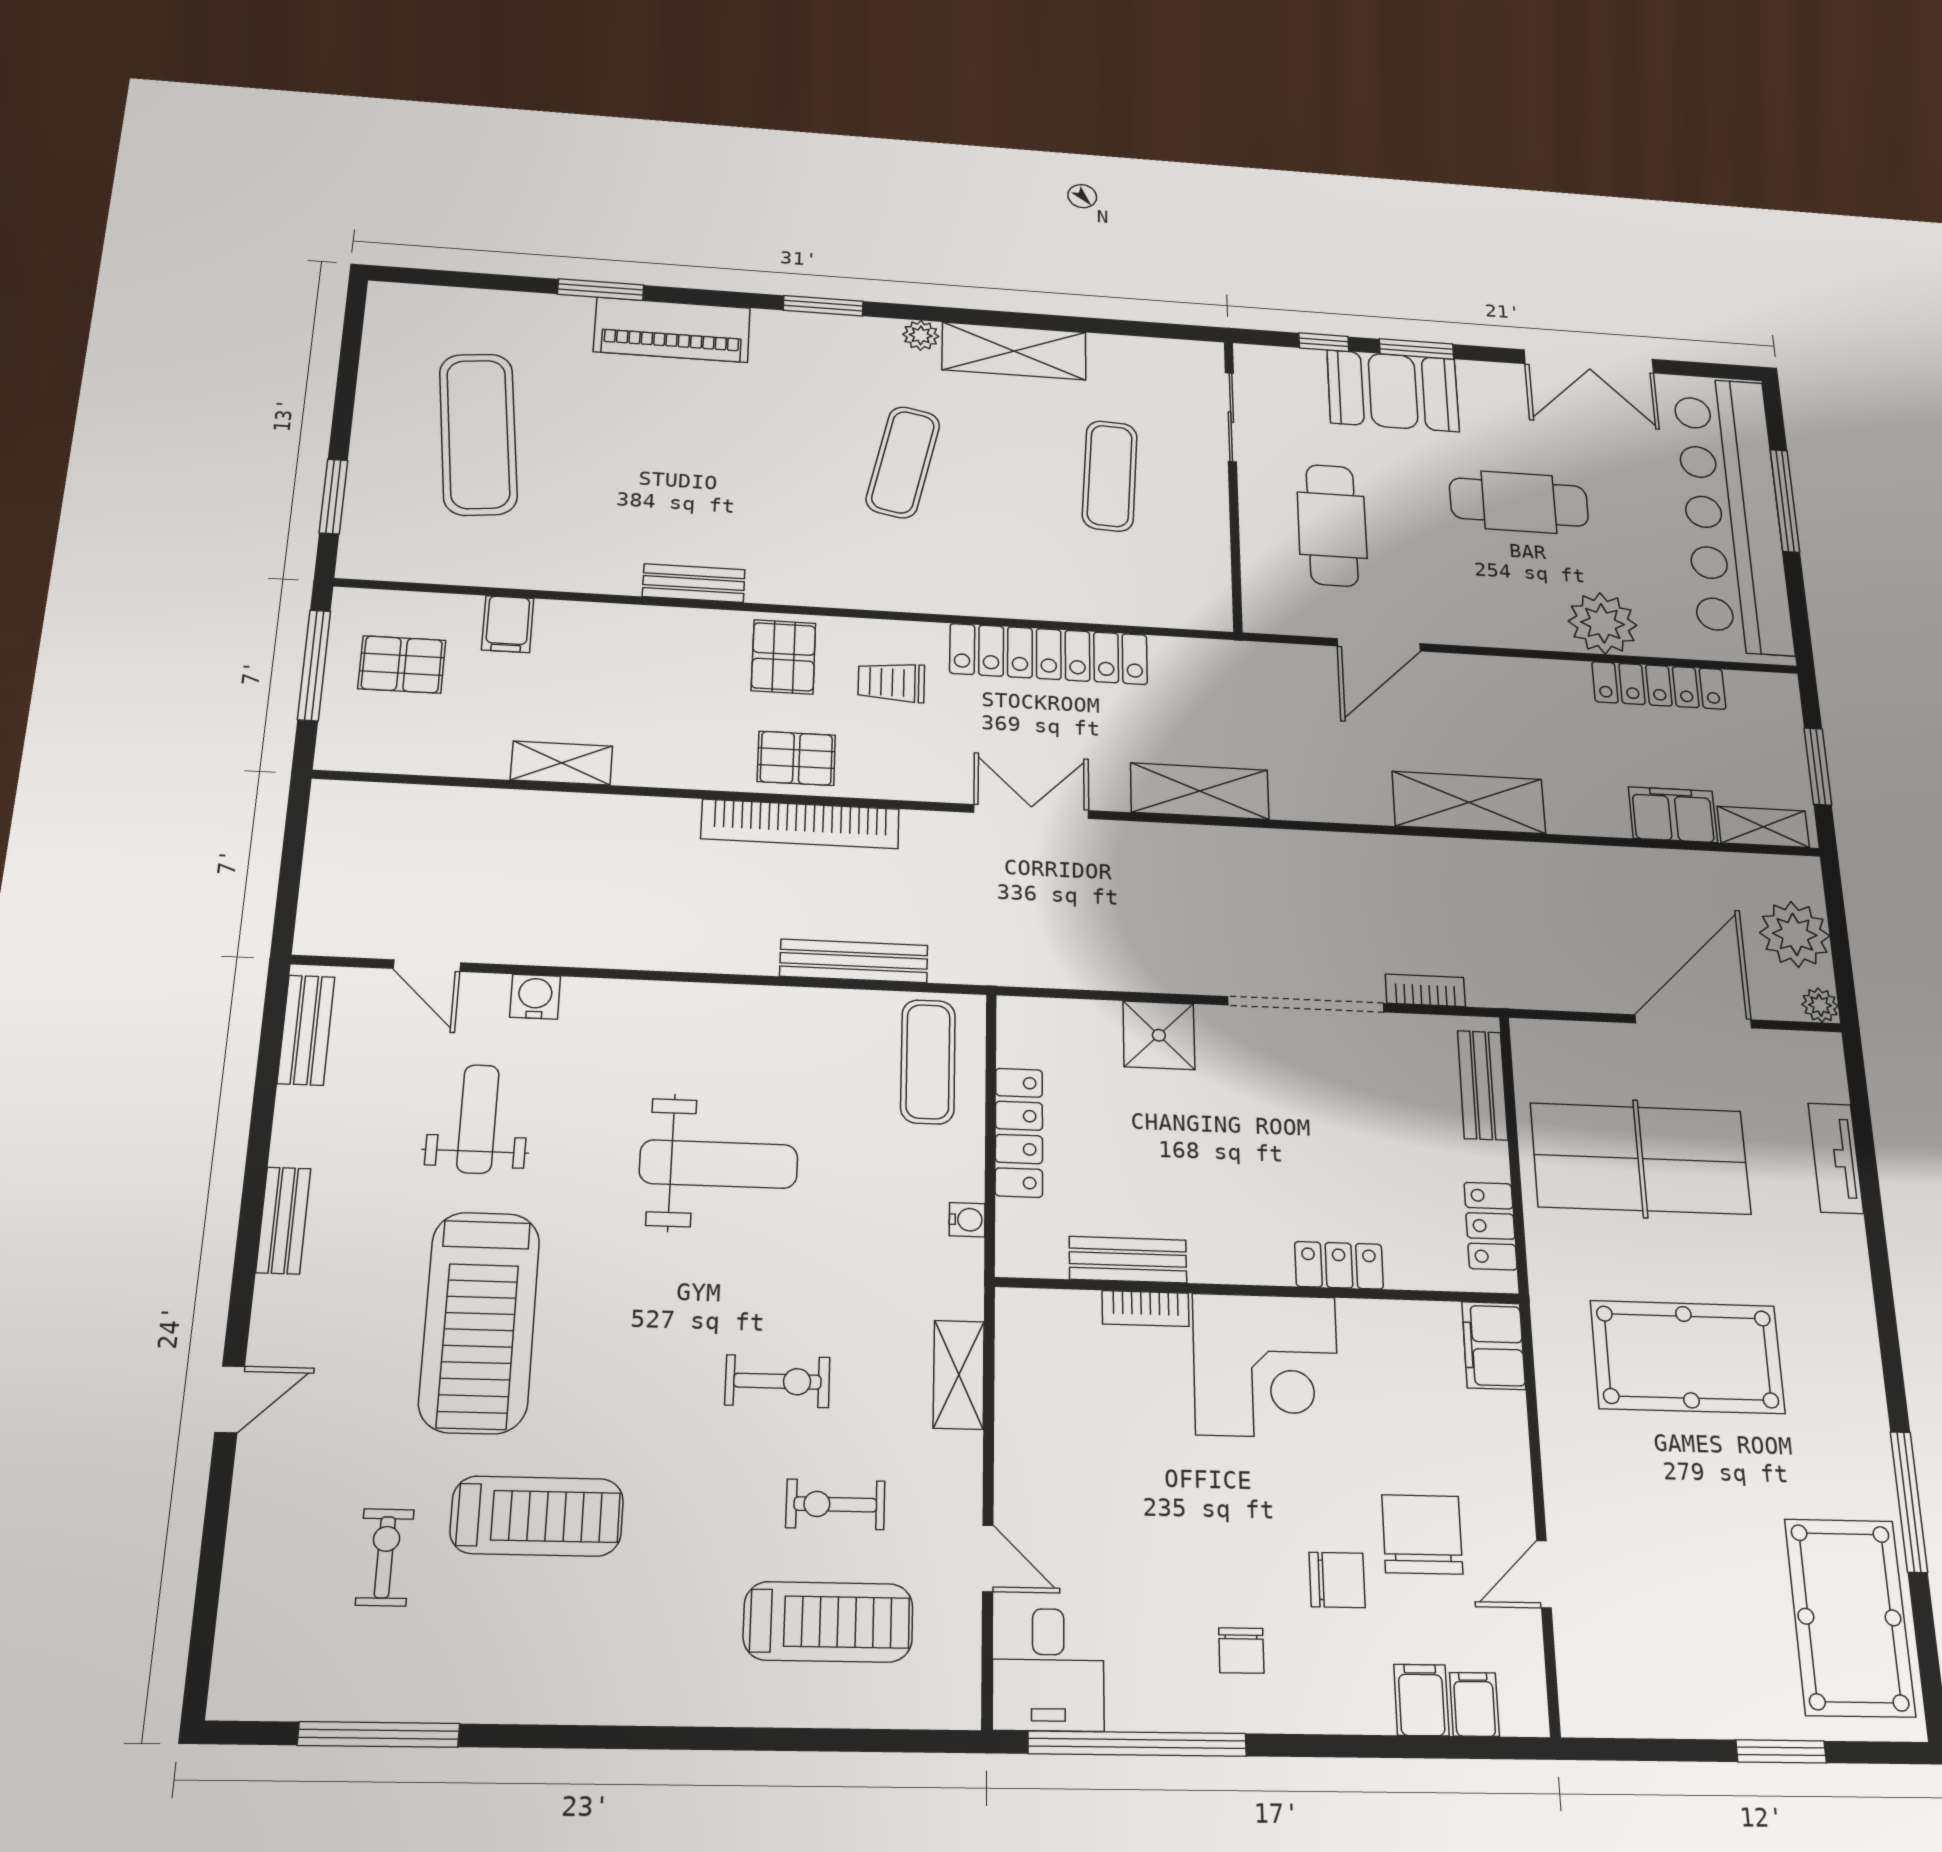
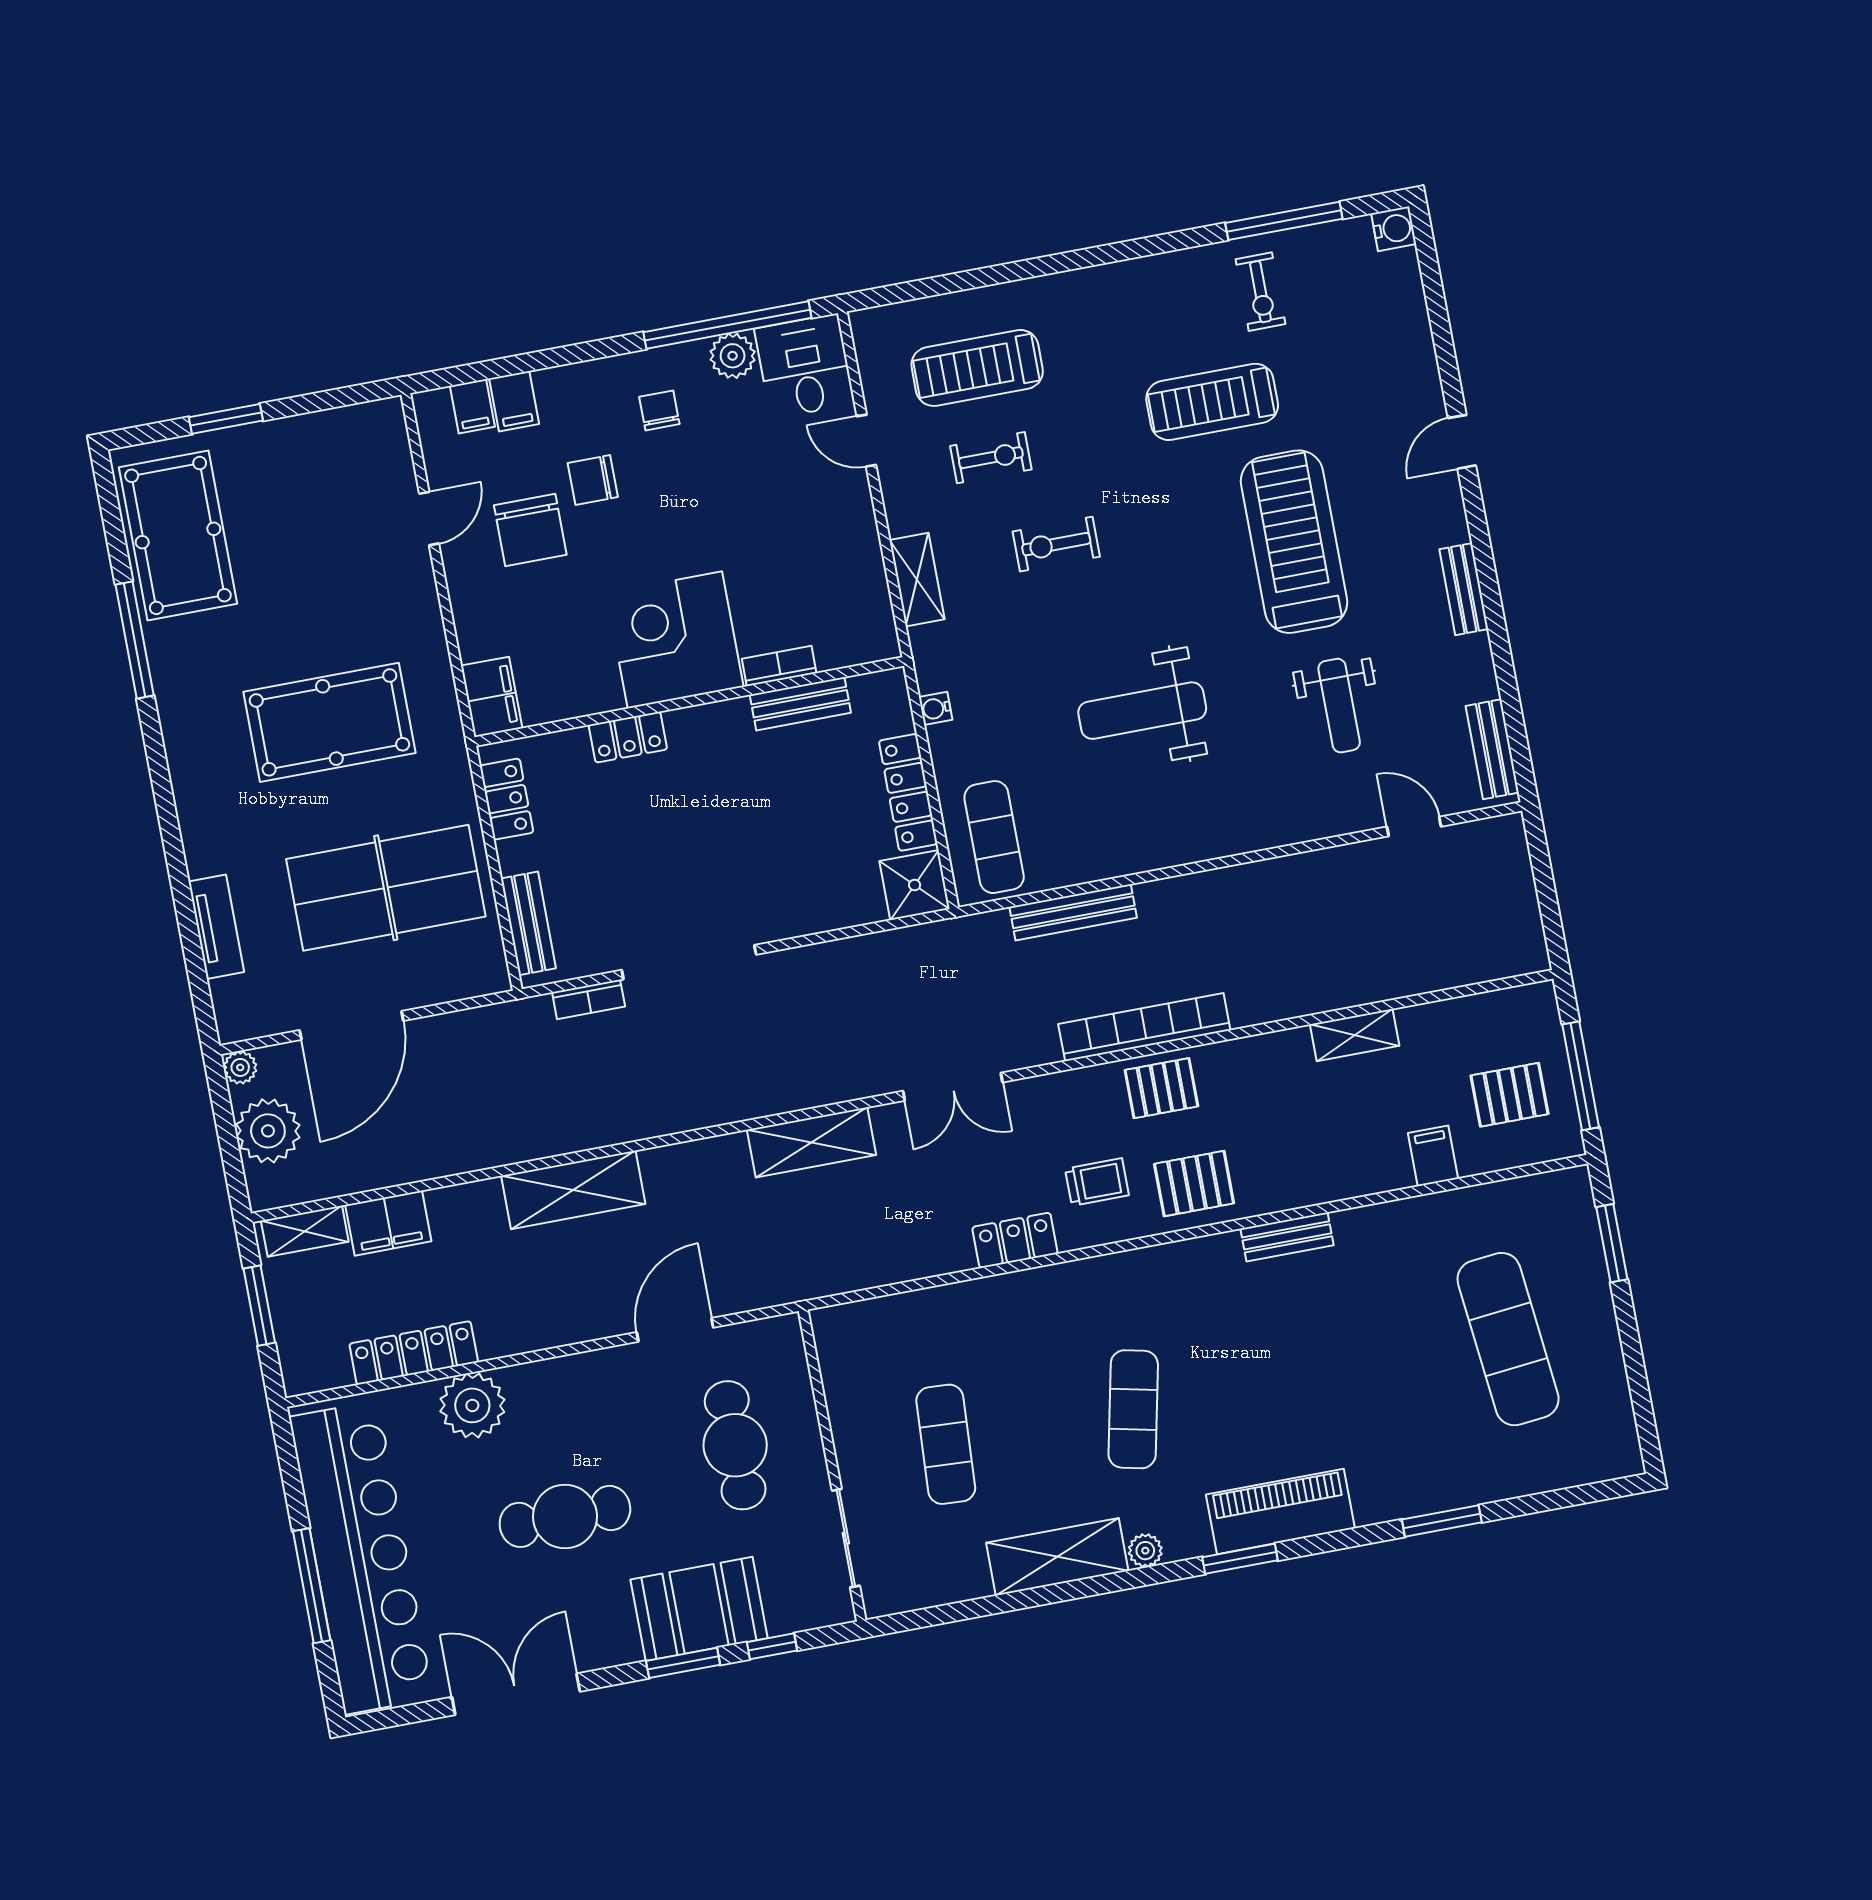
piano: (672, 330) -> (1280, 1511), moved
locker: (1049, 654) -> (1015, 1240), width x0.46, depth x0.83
pallet: (783, 657) -> (1194, 1184), turned 90
water cooler: (535, 997) -> (1394, 229), moved, turned -90
shower: (1159, 1035) -> (915, 885), moved
exercise bike: (385, 1557) -> (1260, 292), moved
plant: (1138, 1702) -> (733, 356), added

